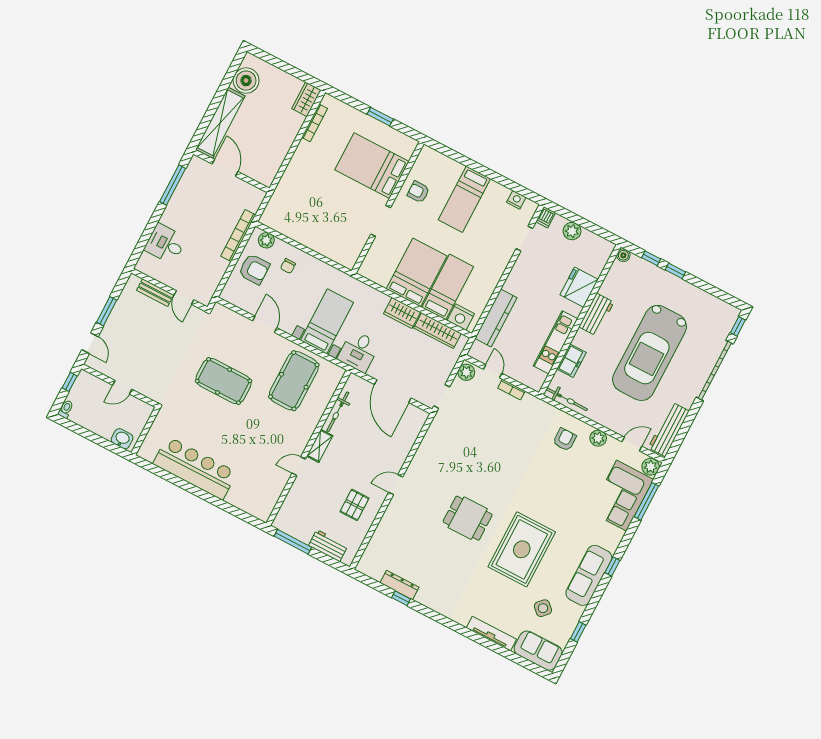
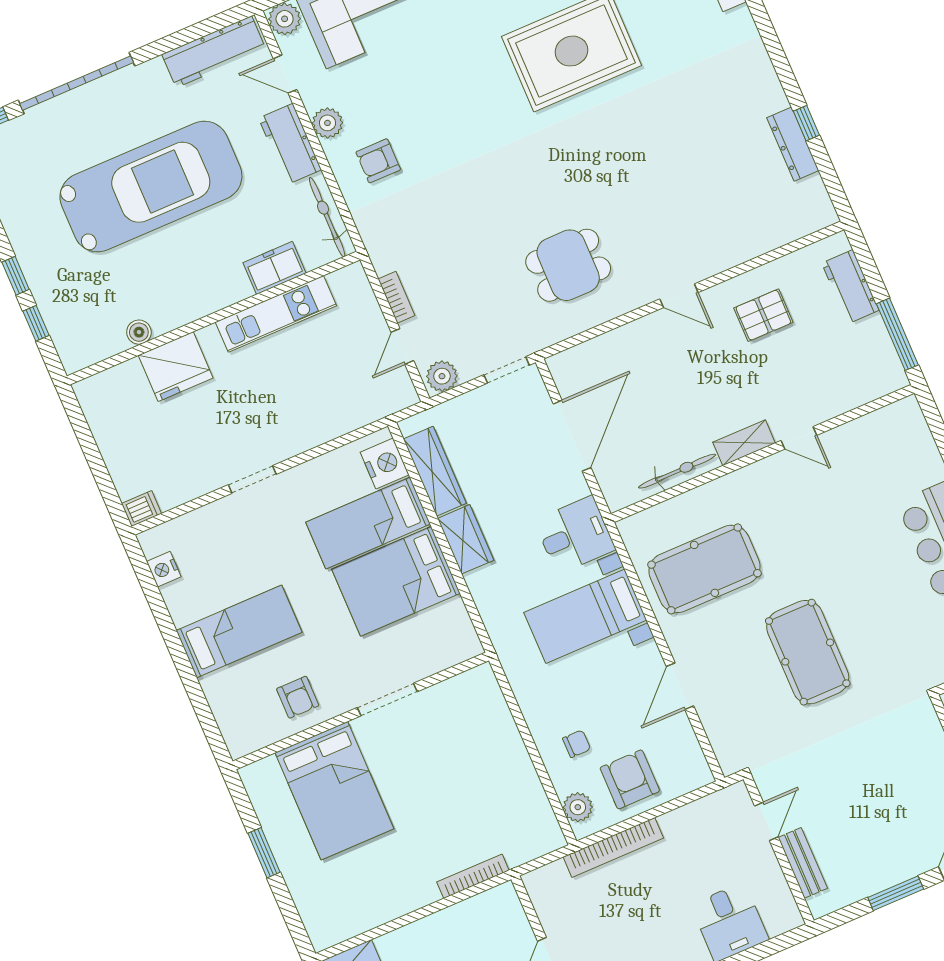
bookcase: (314, 123) -> (473, 876), moved
plant: (572, 231) -> (119, 457), removed
doorway: (524, 239) -> (252, 479), moved
boiler: (623, 255) -> (139, 332), moved
workbench: (596, 315) -> (290, 144), moved, turned -90
kitchen counter: (496, 318) -> (334, 420), removed
dining table: (468, 518) -> (568, 265), moved, turned 90

